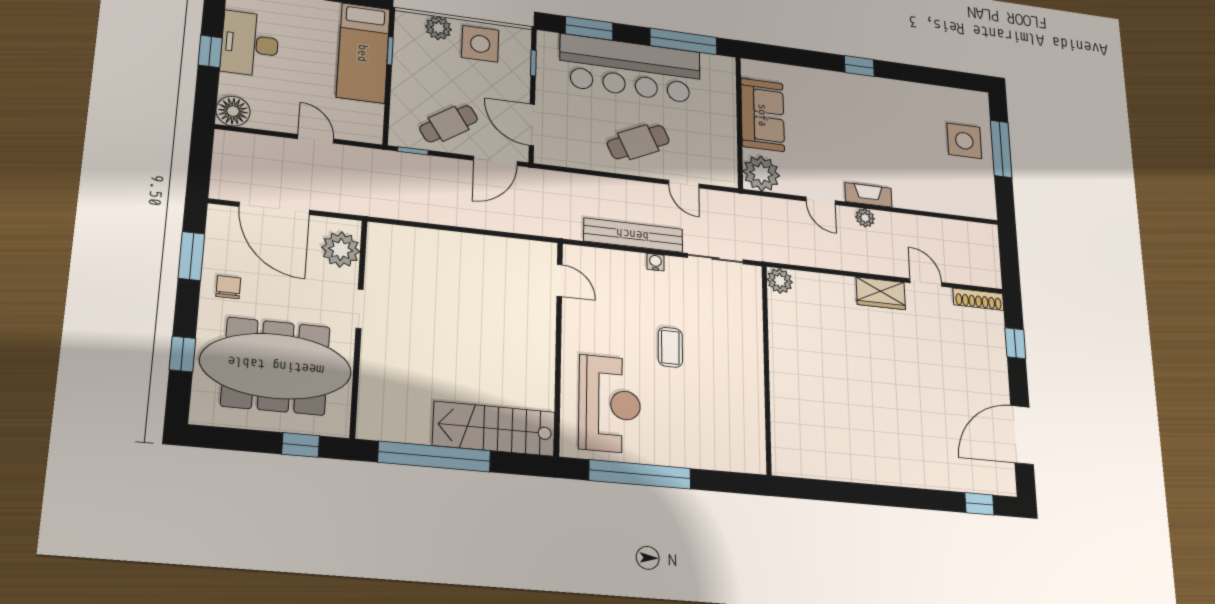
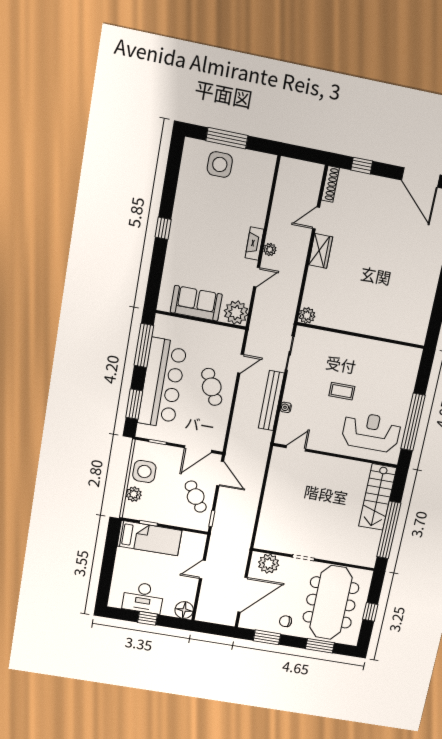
water cooler: (655, 262) -> (286, 407), moved
window: (182, 354) -> (320, 646), width x1.50
window: (301, 445) -> (370, 612), moved

